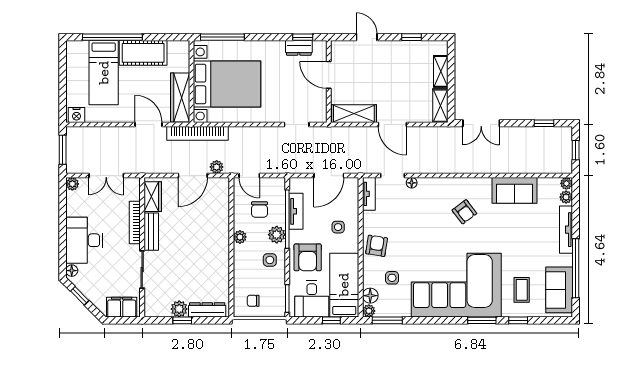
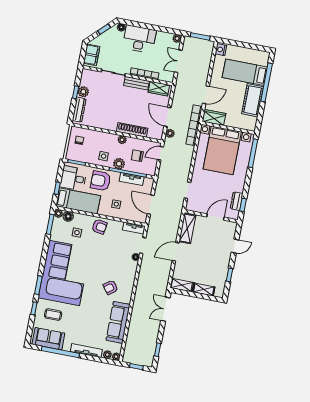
wardrobe: (180, 97) -> (214, 117), width x0.67
sofa: (515, 190) -> (118, 322), width x1.36
shoe rack: (222, 225) -> (132, 130), added

